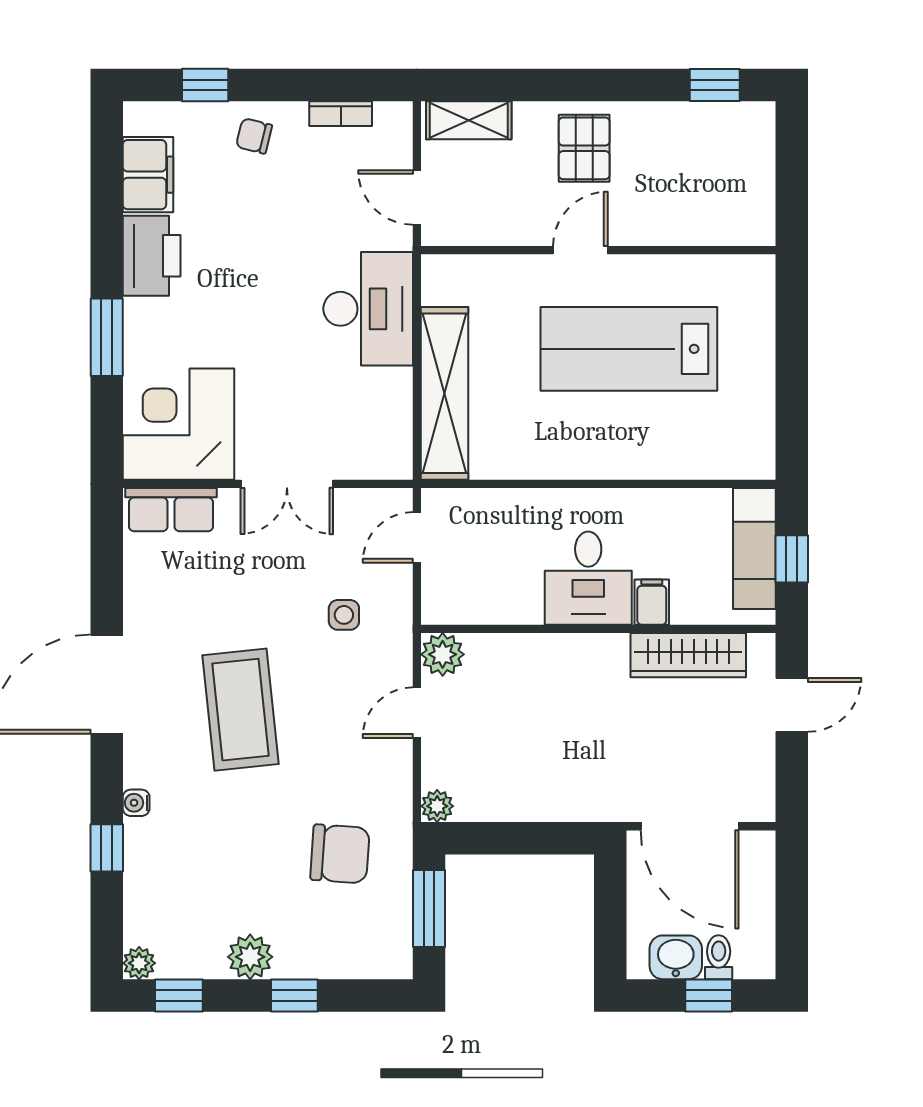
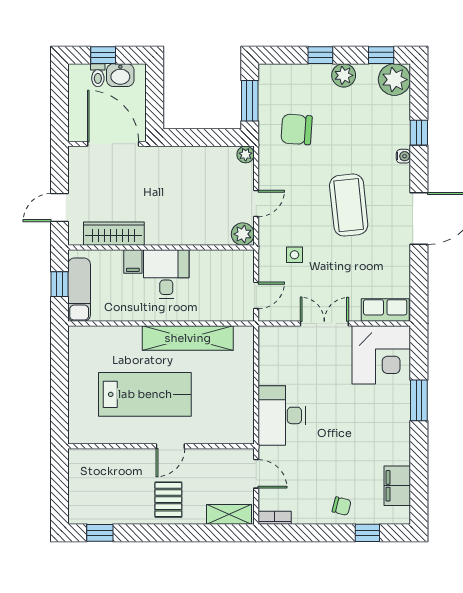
bookcase: (341, 114) -> (275, 518), moved
printer: (152, 256) -> (395, 443), removed
shelving: (445, 393) -> (188, 338), moved, turned 90
plant: (139, 963) -> (394, 80), width x1.87, depth x1.87

